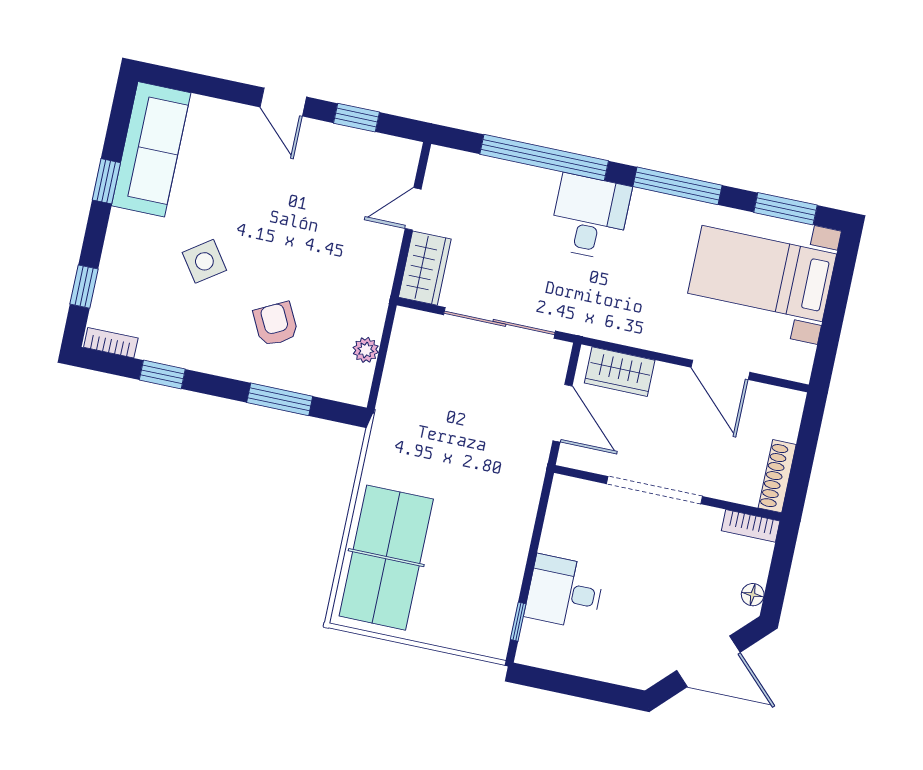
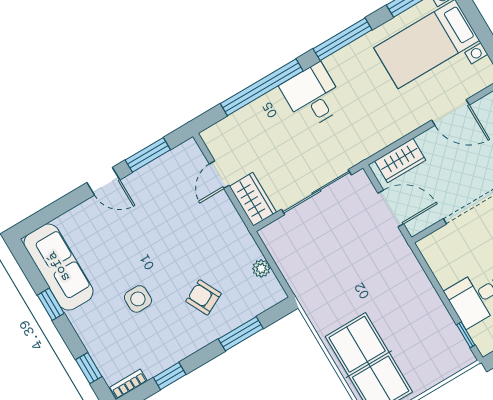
window: (356, 118) -> (148, 155), width x1.50
side table: (204, 261) -> (138, 299), turned 34

